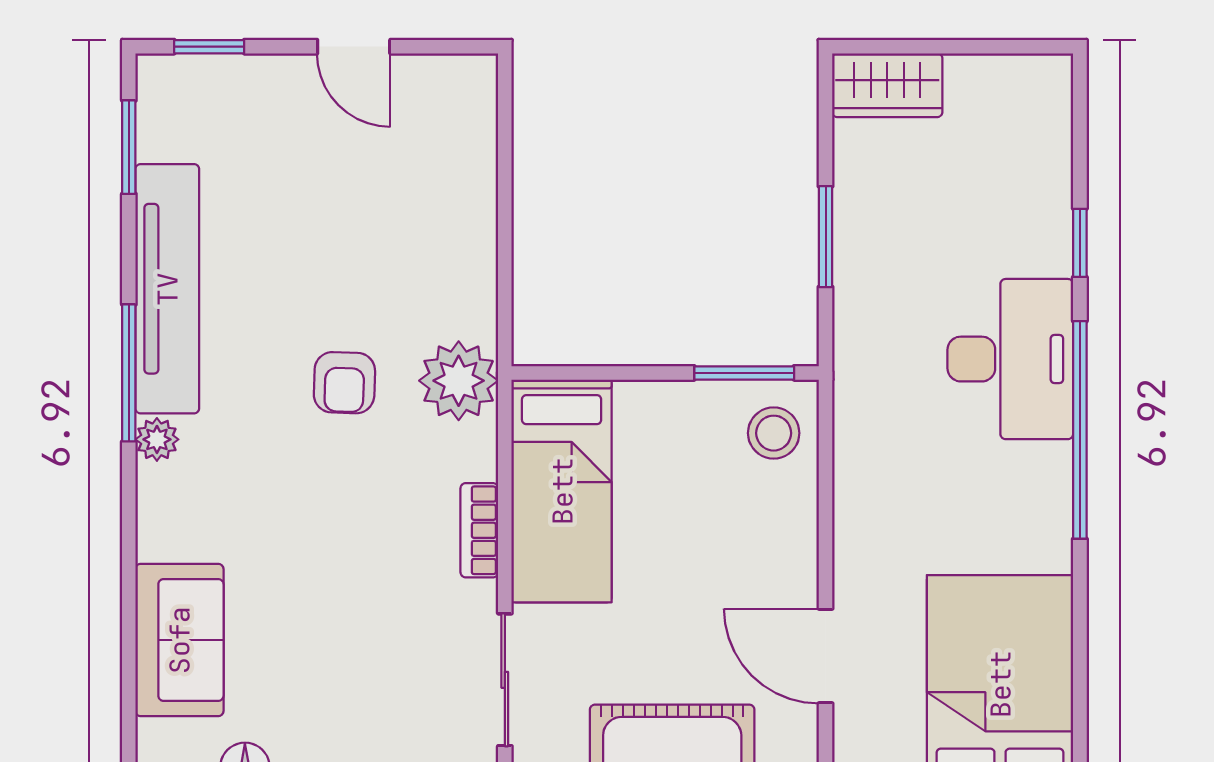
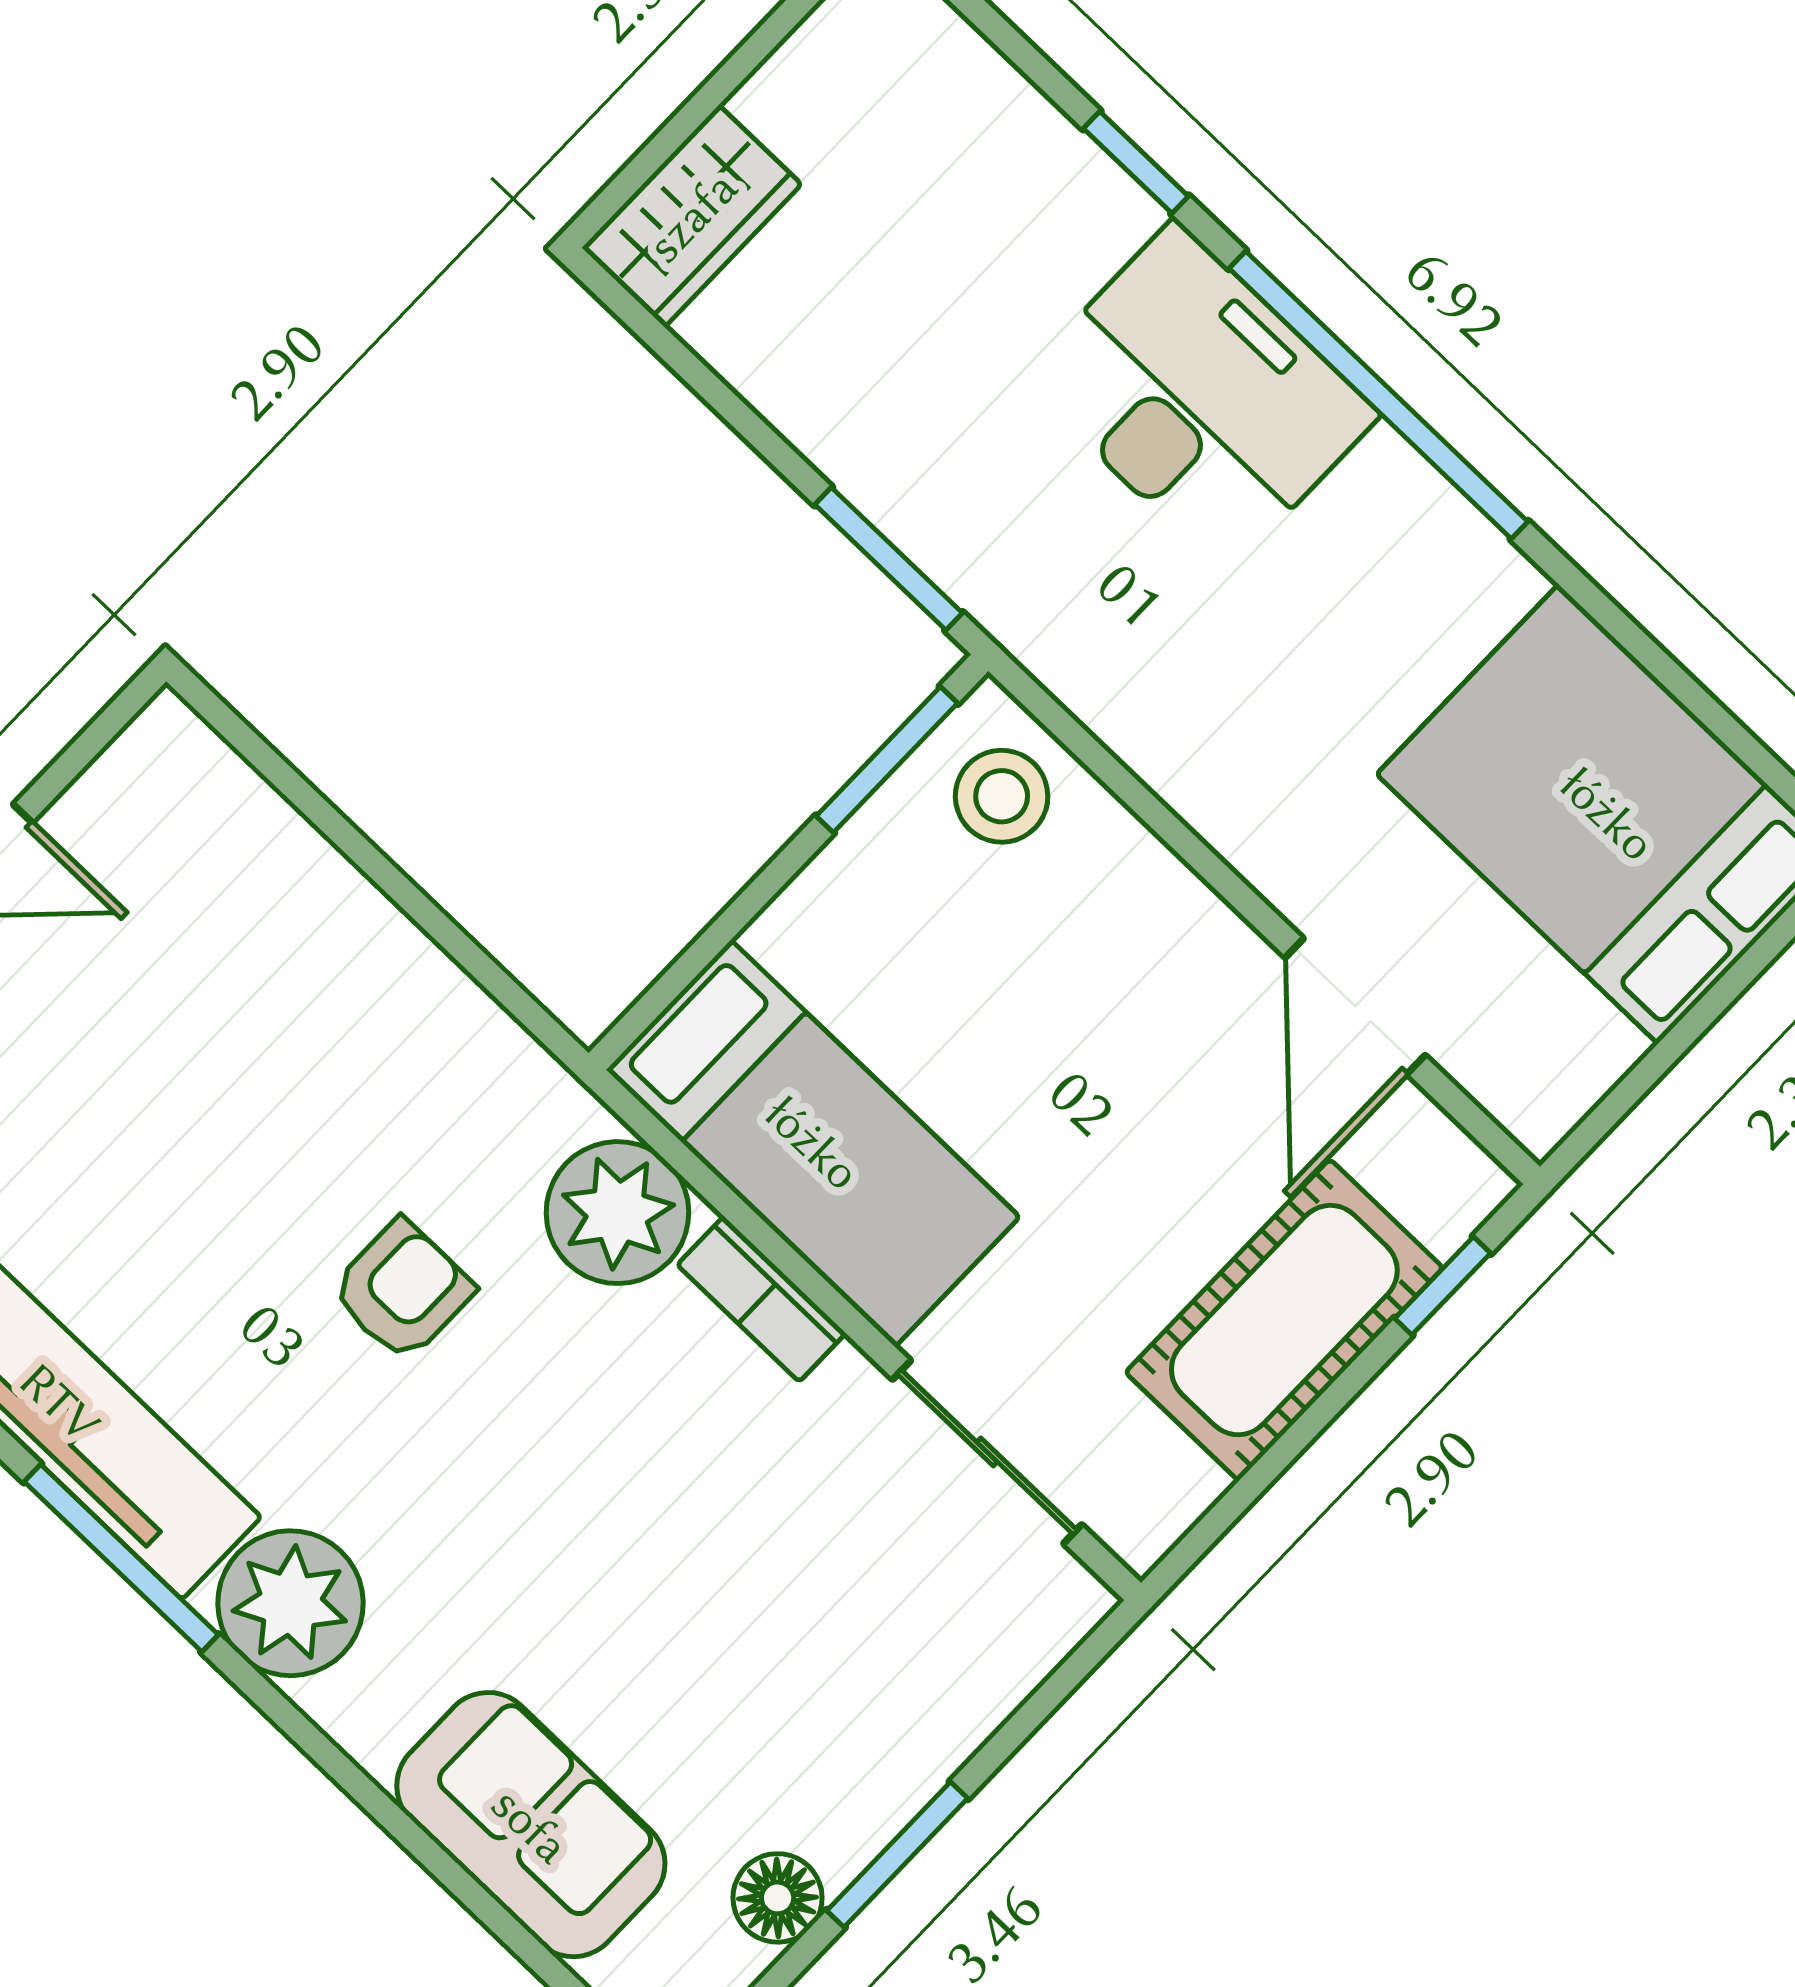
window: (826, 237) -> (889, 559), moved
plant: (459, 381) -> (617, 1213), moved
armchair: (344, 383) -> (402, 1290), turned -92
plant: (157, 439) -> (290, 1603), width x1.88, depth x1.88
door: (826, 656) -> (1355, 1006), hinge flipped

